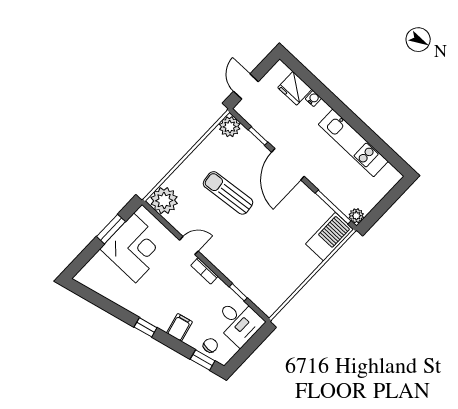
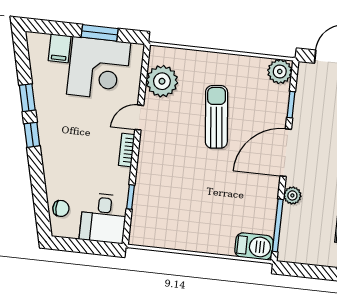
plant: (164, 201) -> (162, 81), moved
plant: (356, 216) -> (292, 195), moved
barbecue: (329, 237) -> (254, 246), width x0.73, depth x0.83
door: (189, 246) -> (139, 117), swing flipped
filing cabinet: (179, 327) -> (60, 48), moved, turned 104
window: (203, 360) -> (27, 98), moved

